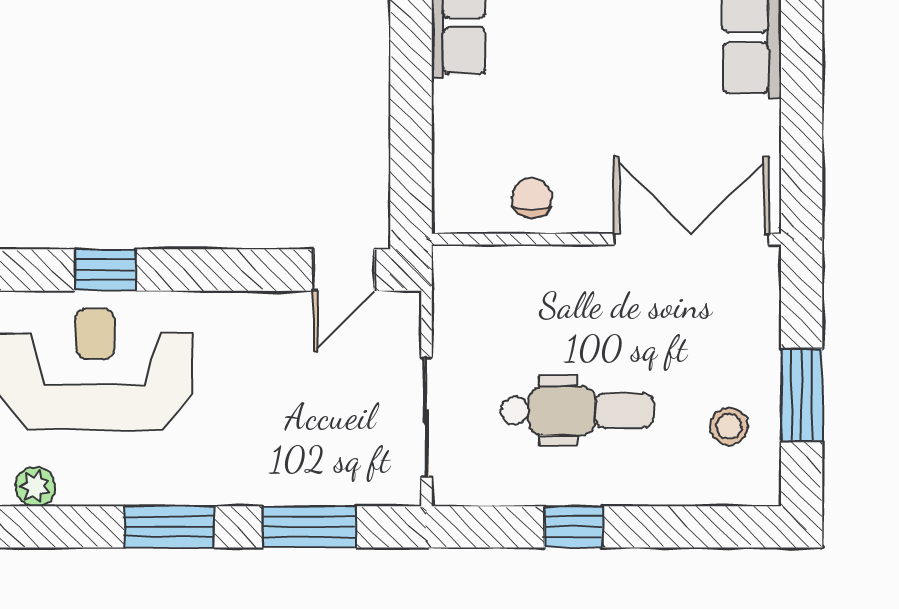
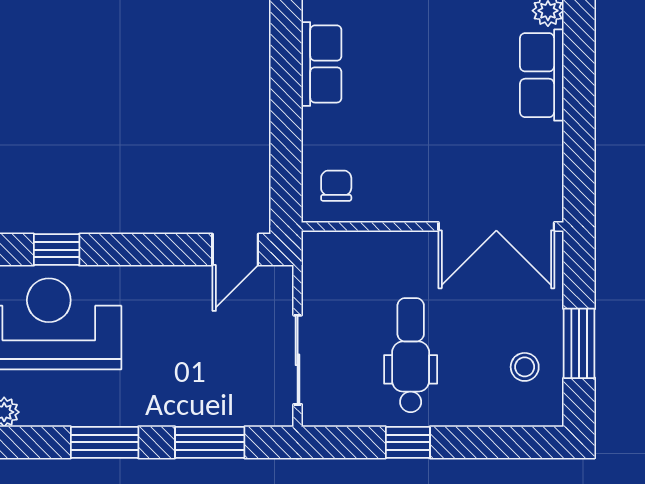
chair: (532, 198) -> (336, 186), moved
double door: (691, 239) -> (496, 226), swing flipped
dental chair: (577, 411) -> (411, 355), turned -90

